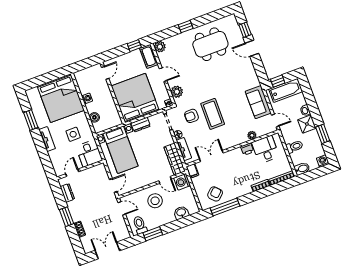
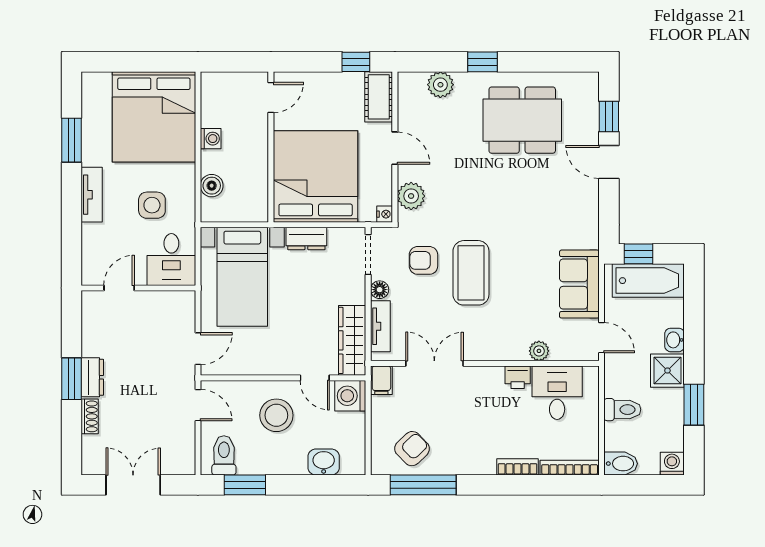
plant: (160, 47) -> (440, 85), moved
dresser: (67, 193) -> (92, 377), moved

